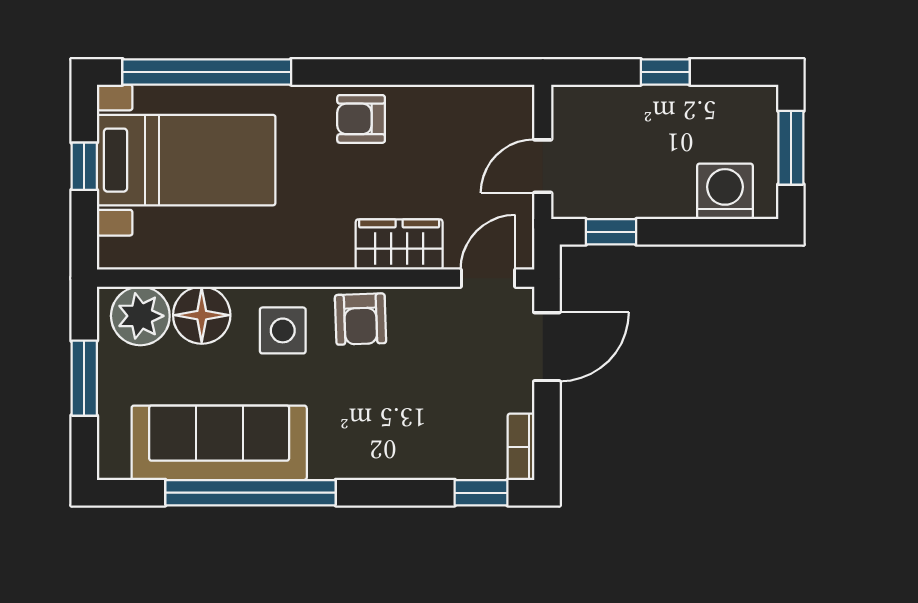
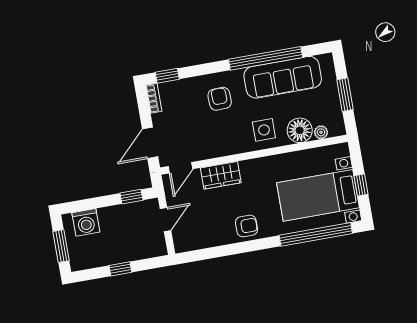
plant: (140, 316) -> (321, 132), width x0.53, depth x0.53
armchair: (360, 319) -> (220, 99), moved

